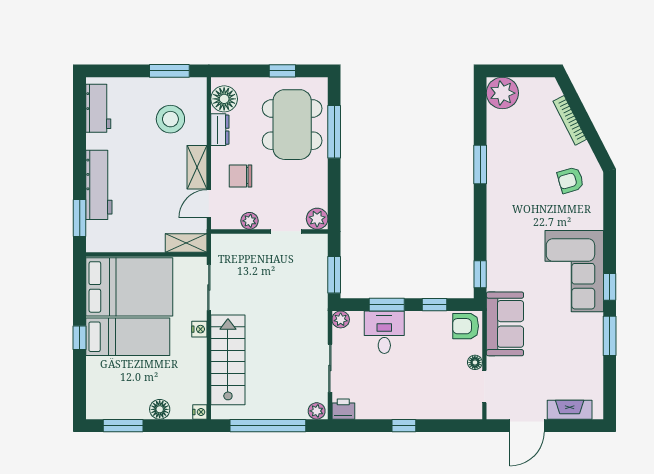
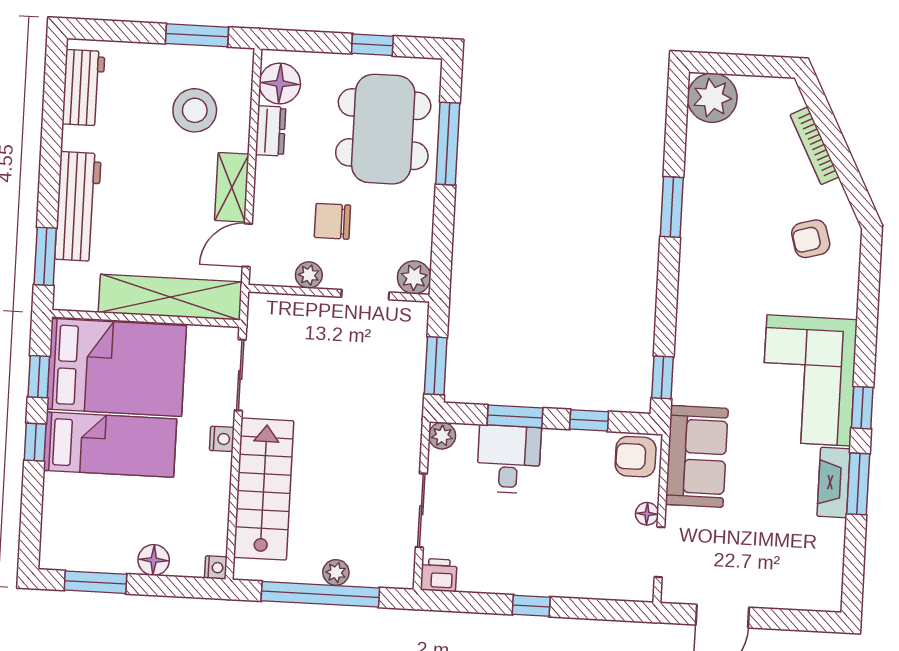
chair: (241, 176) -> (332, 221), moved
shelving: (186, 243) -> (170, 297), width x2.20, depth x1.33
window: (80, 296) -> (39, 377), added
fireplace: (570, 410) -> (834, 482), moved, turned -90
plant: (317, 411) -> (336, 572), moved

